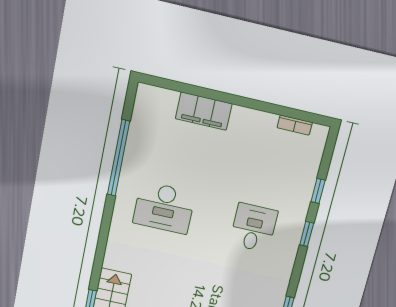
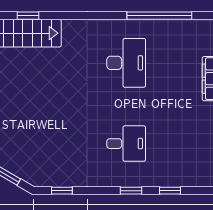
desk: (164, 208) -> (126, 63), turned 180

